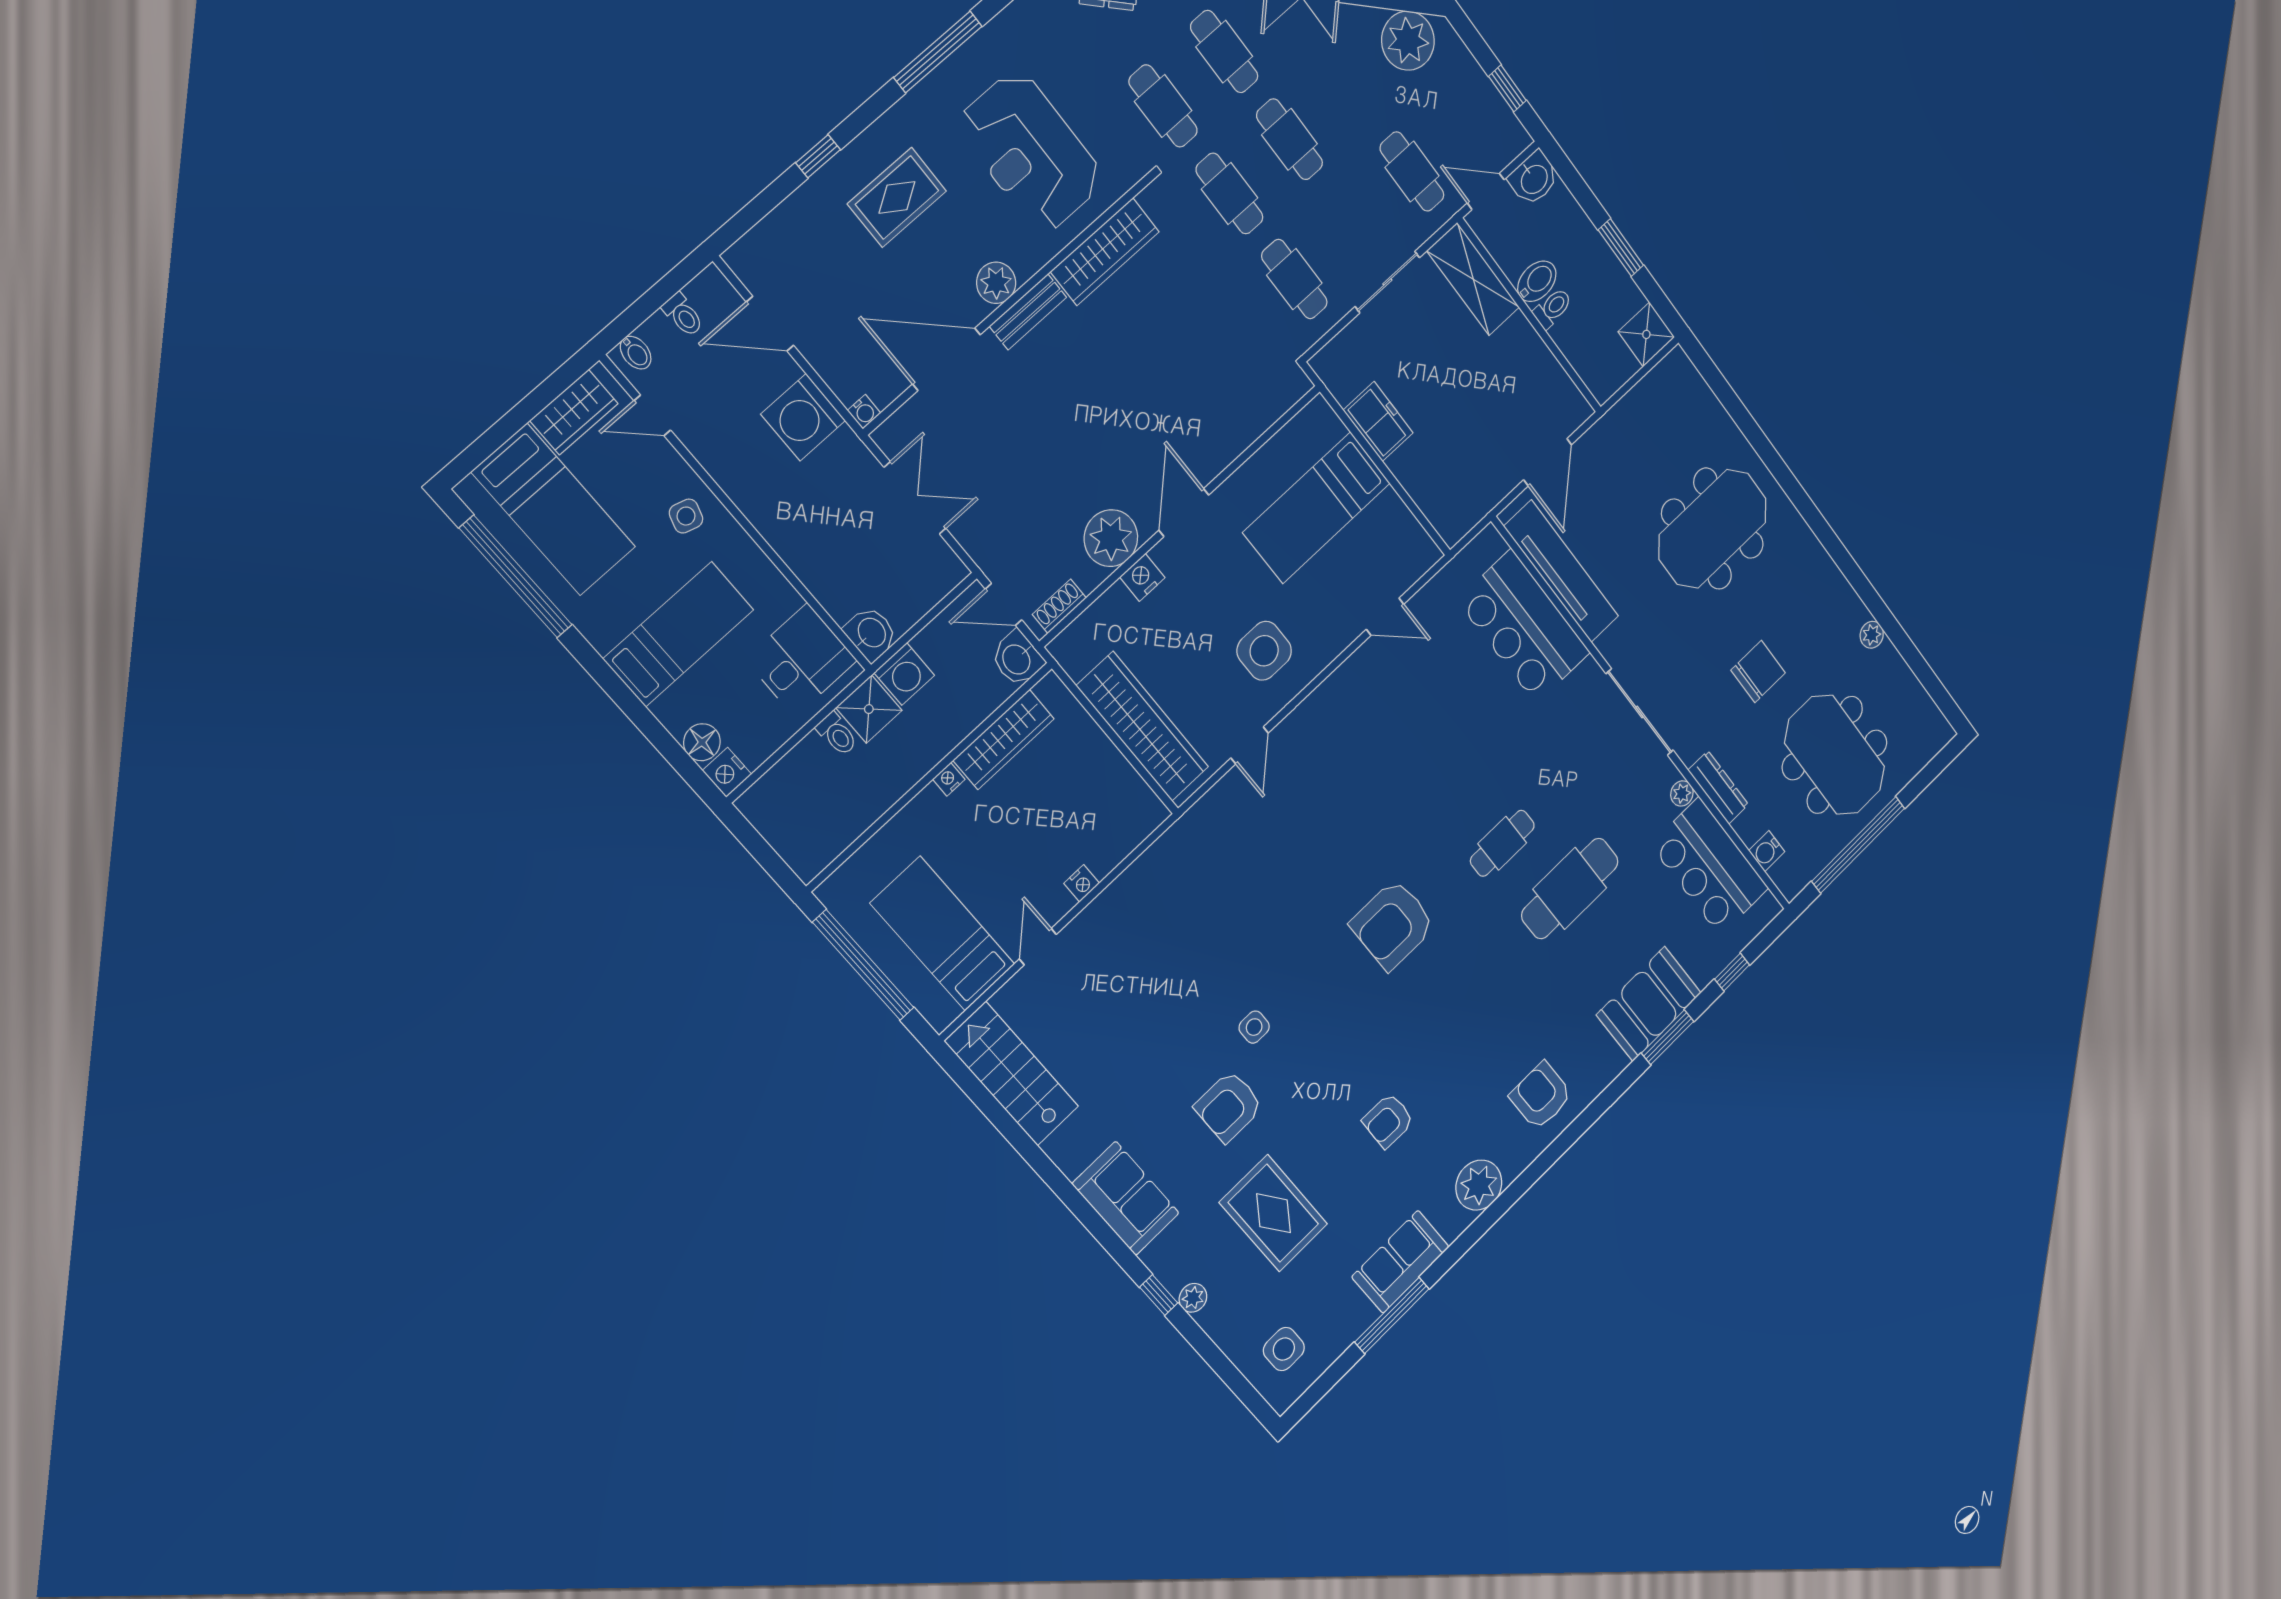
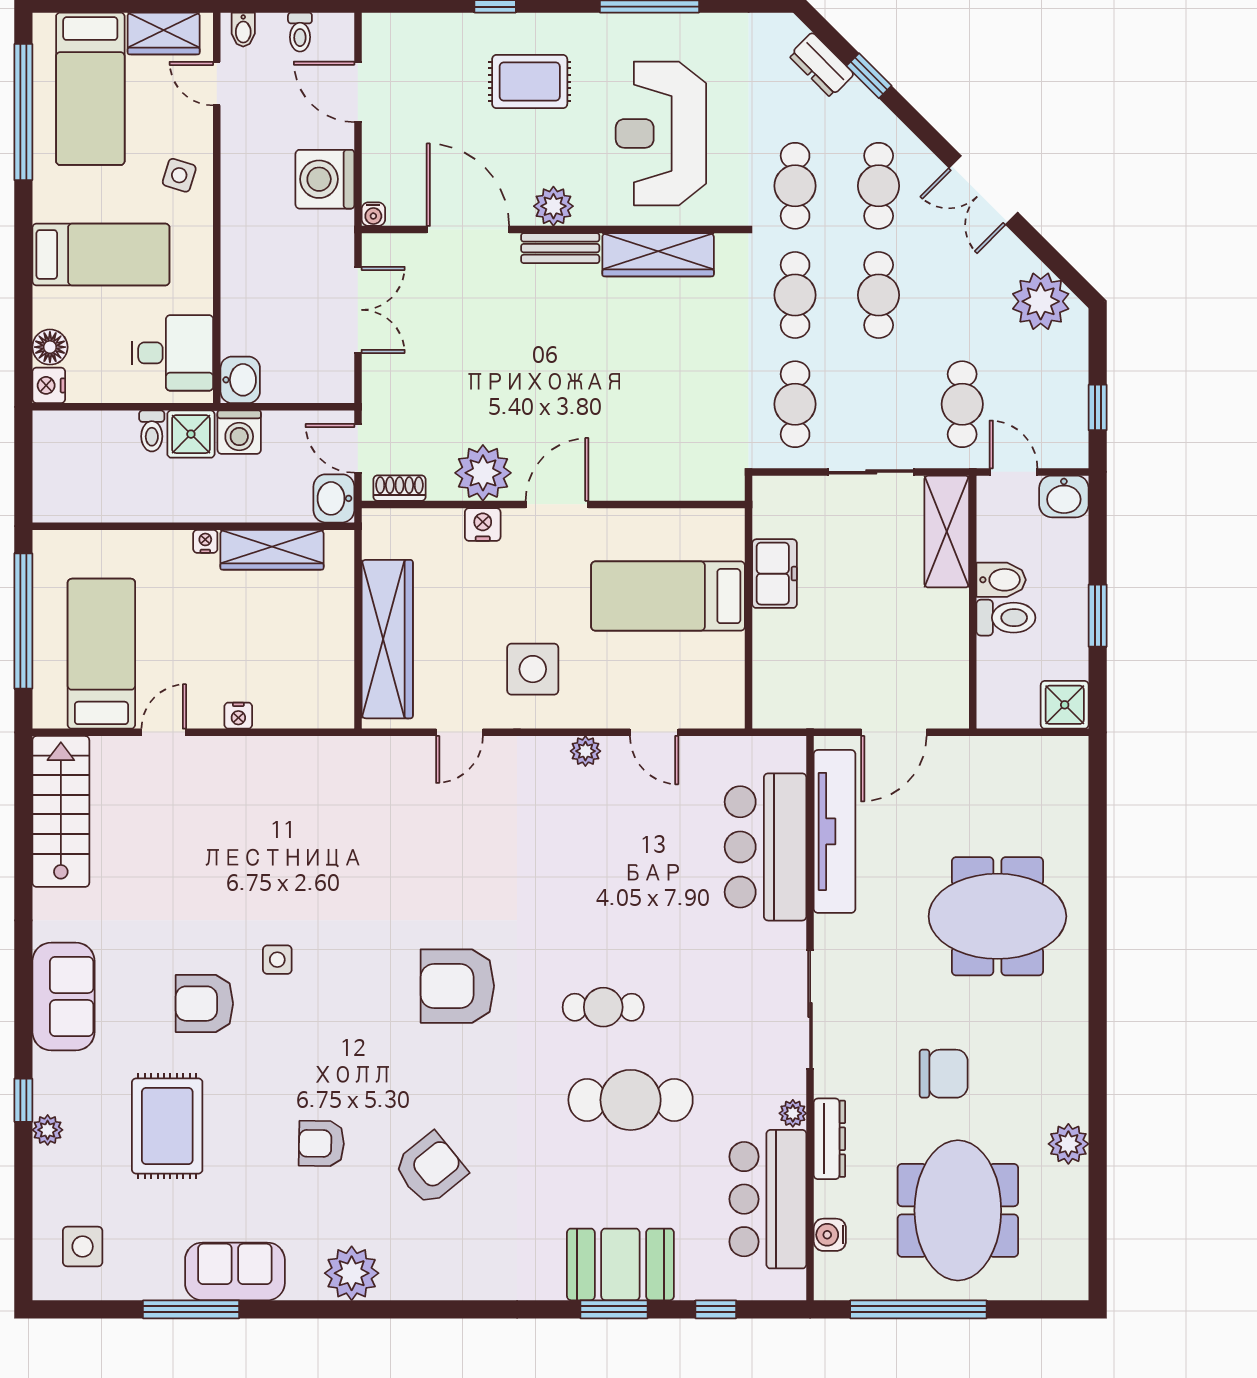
toilet: (1552, 308) -> (1006, 618), width x1.37, depth x1.39
plant: (1872, 635) -> (1068, 1144), width x1.38, depth x1.38
plant: (1348, 675) -> (585, 751), added
armchair: (1541, 1096) -> (430, 1169), moved, turned 51

